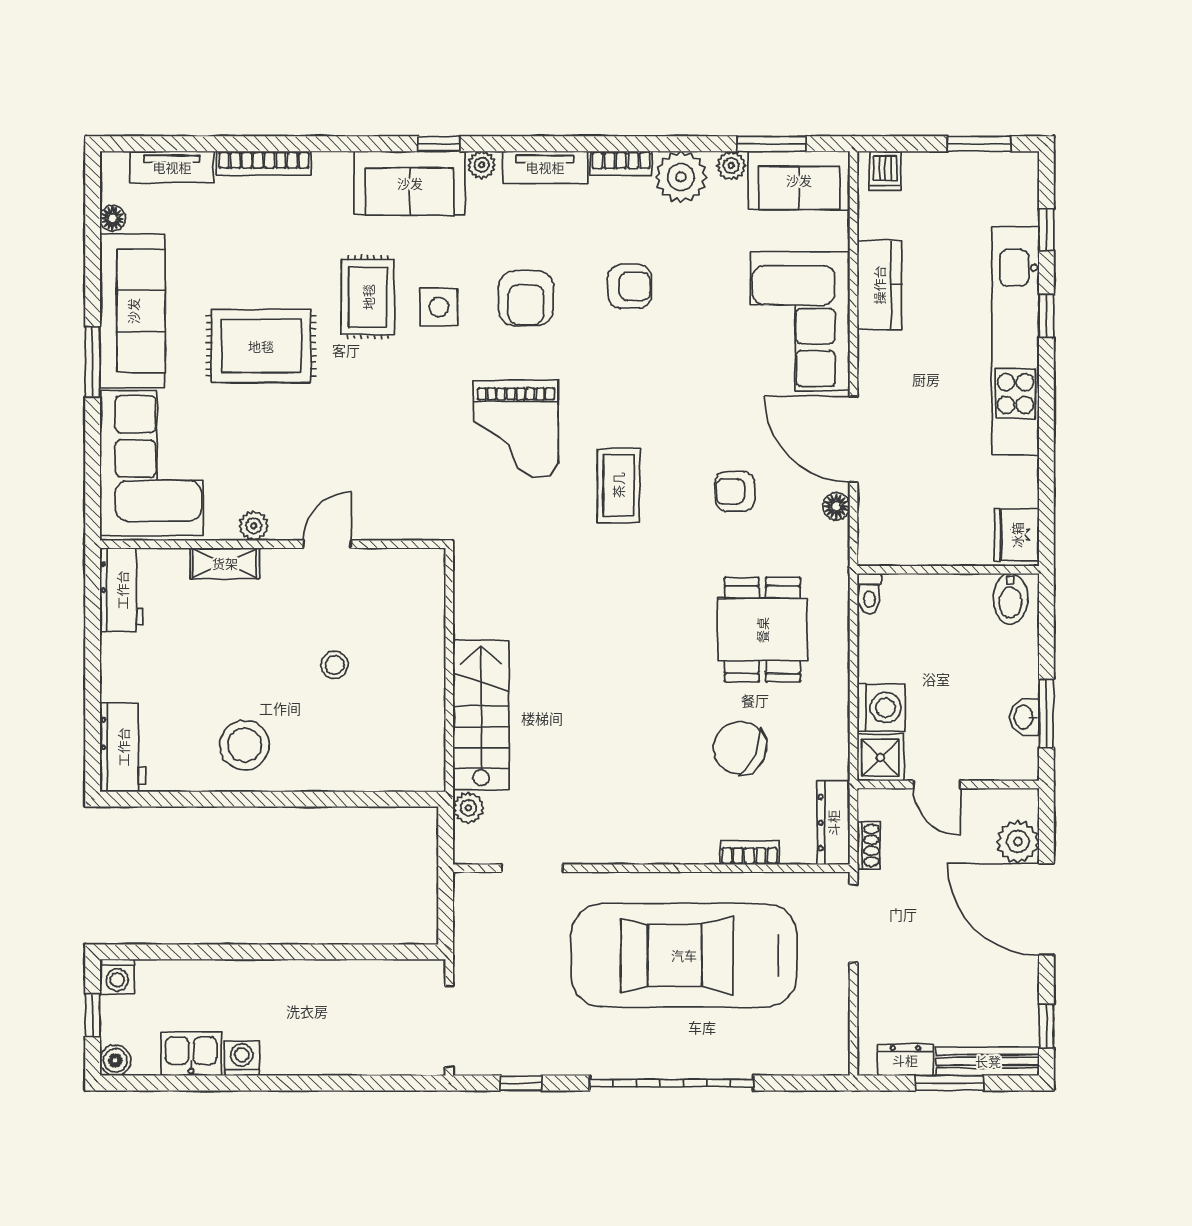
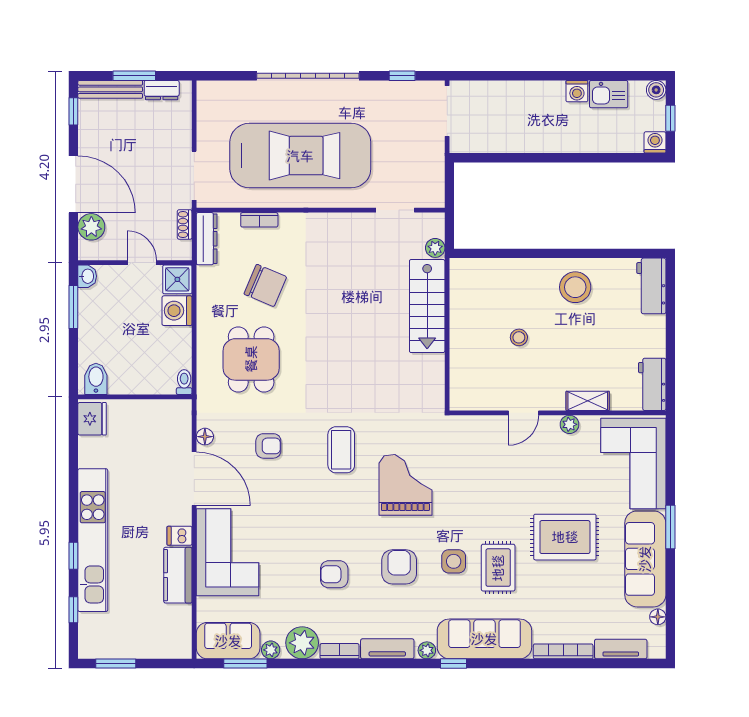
dishwasher: (885, 171) -> (179, 536), moved, turned -90
sofa: (410, 183) -> (484, 639), width x1.36
washbasin: (1024, 717) -> (87, 276), moved

